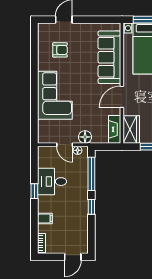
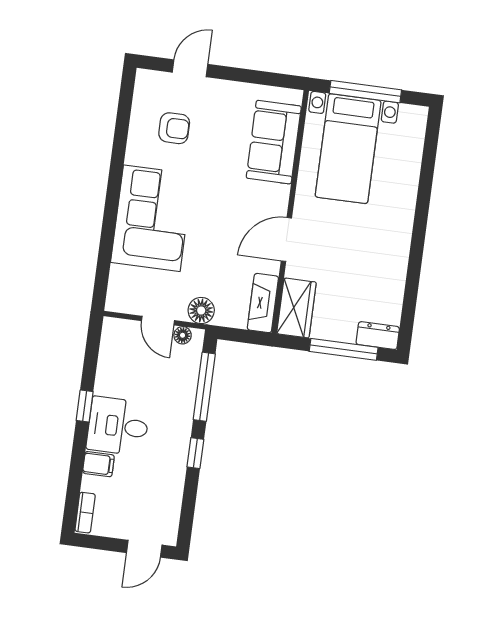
sofa: (109, 57) -> (274, 142), width x0.73
desk: (52, 182) -> (118, 426), moved

